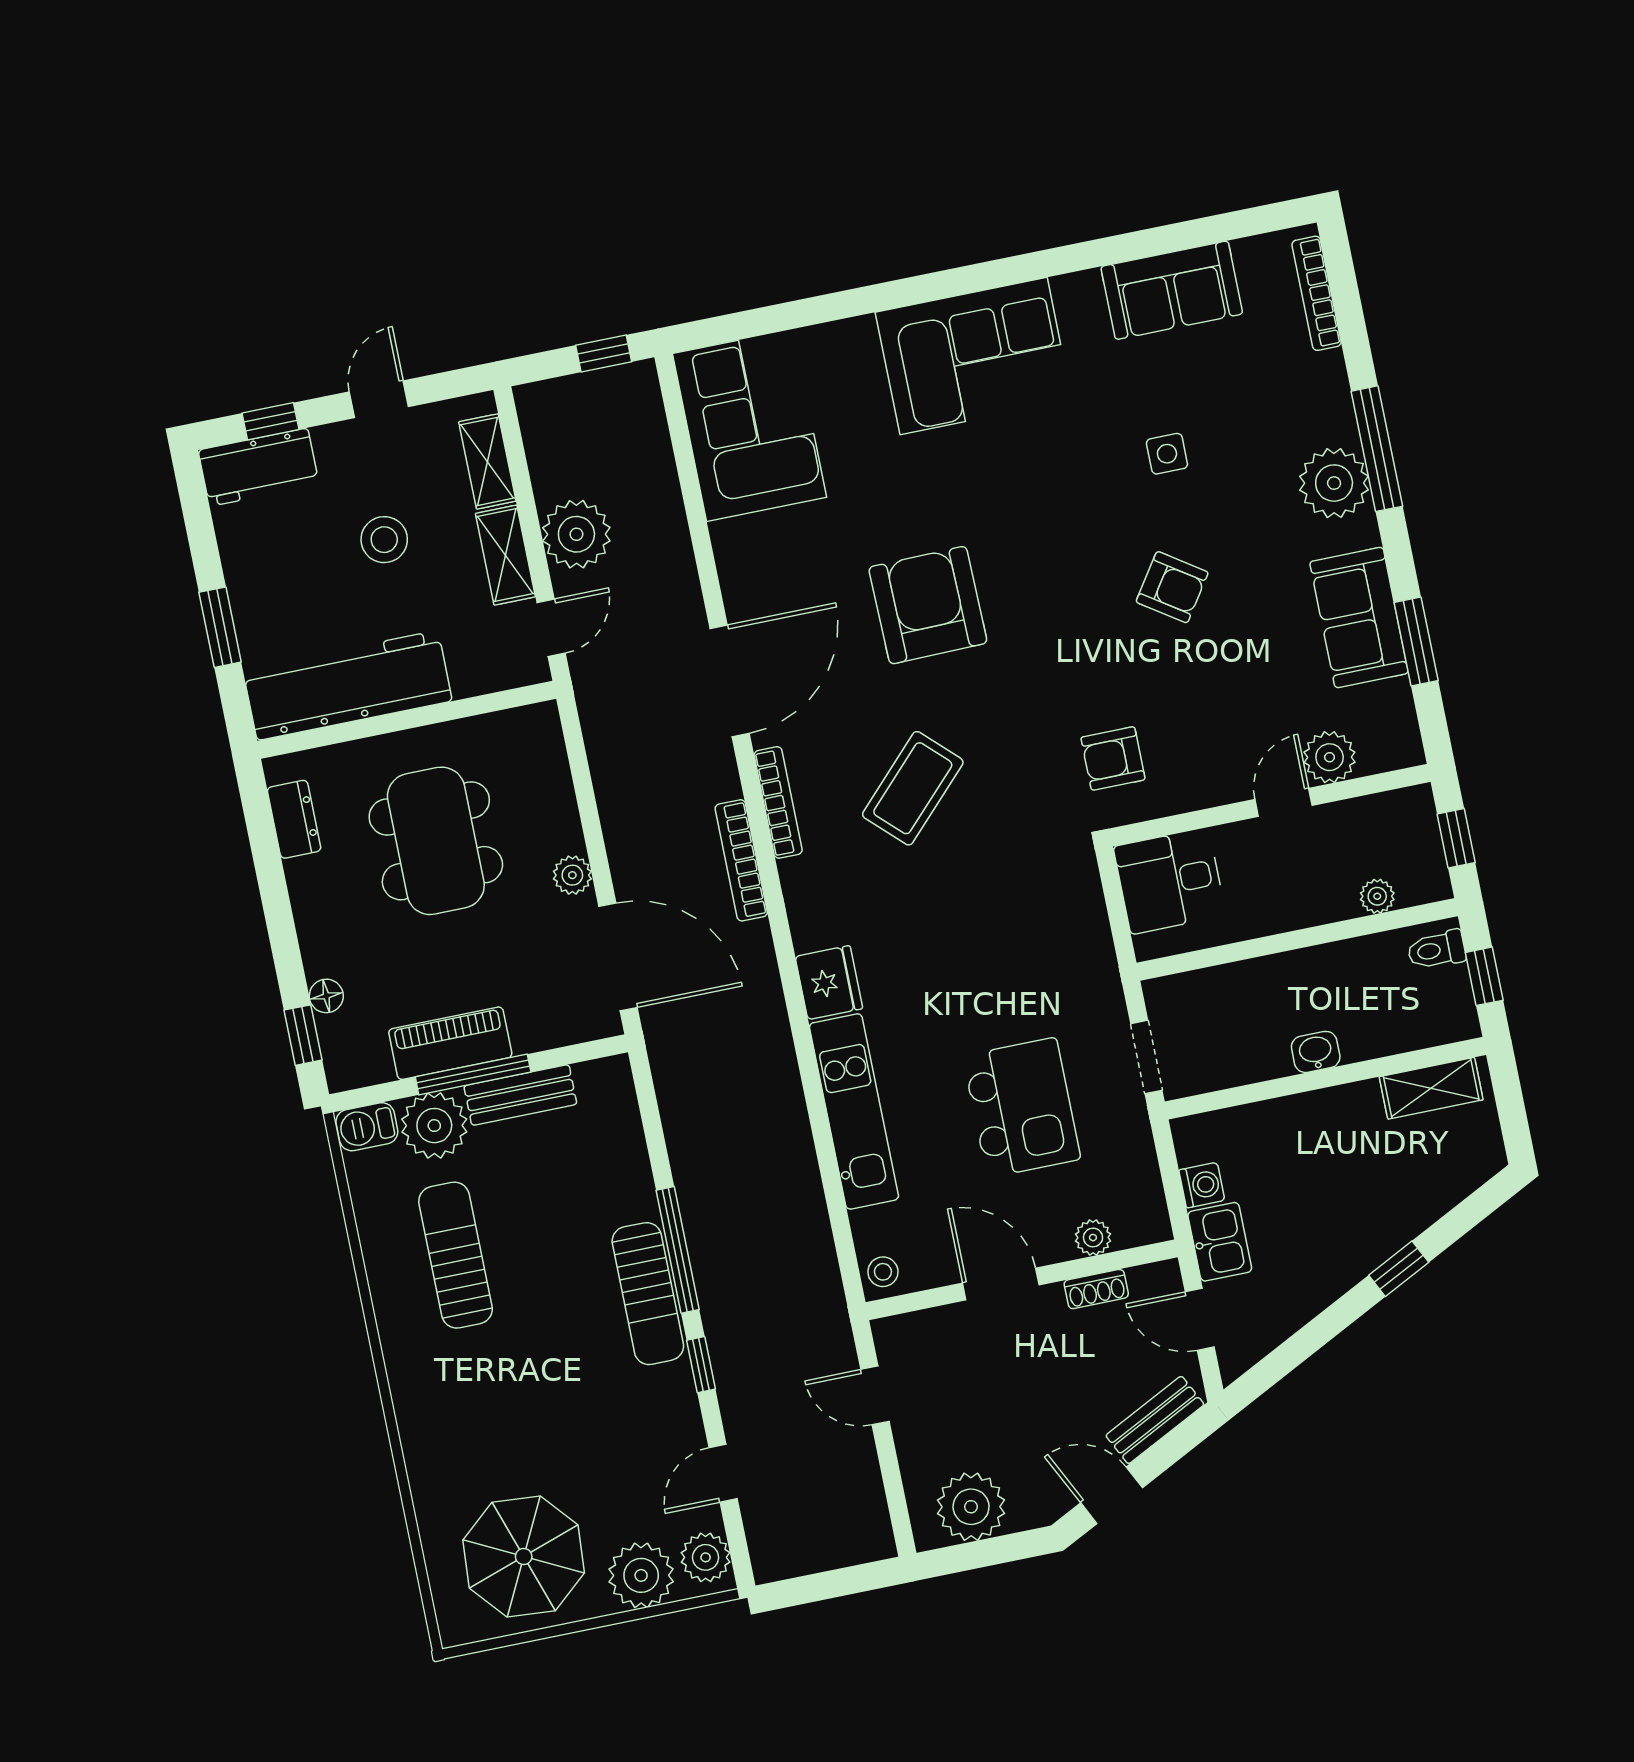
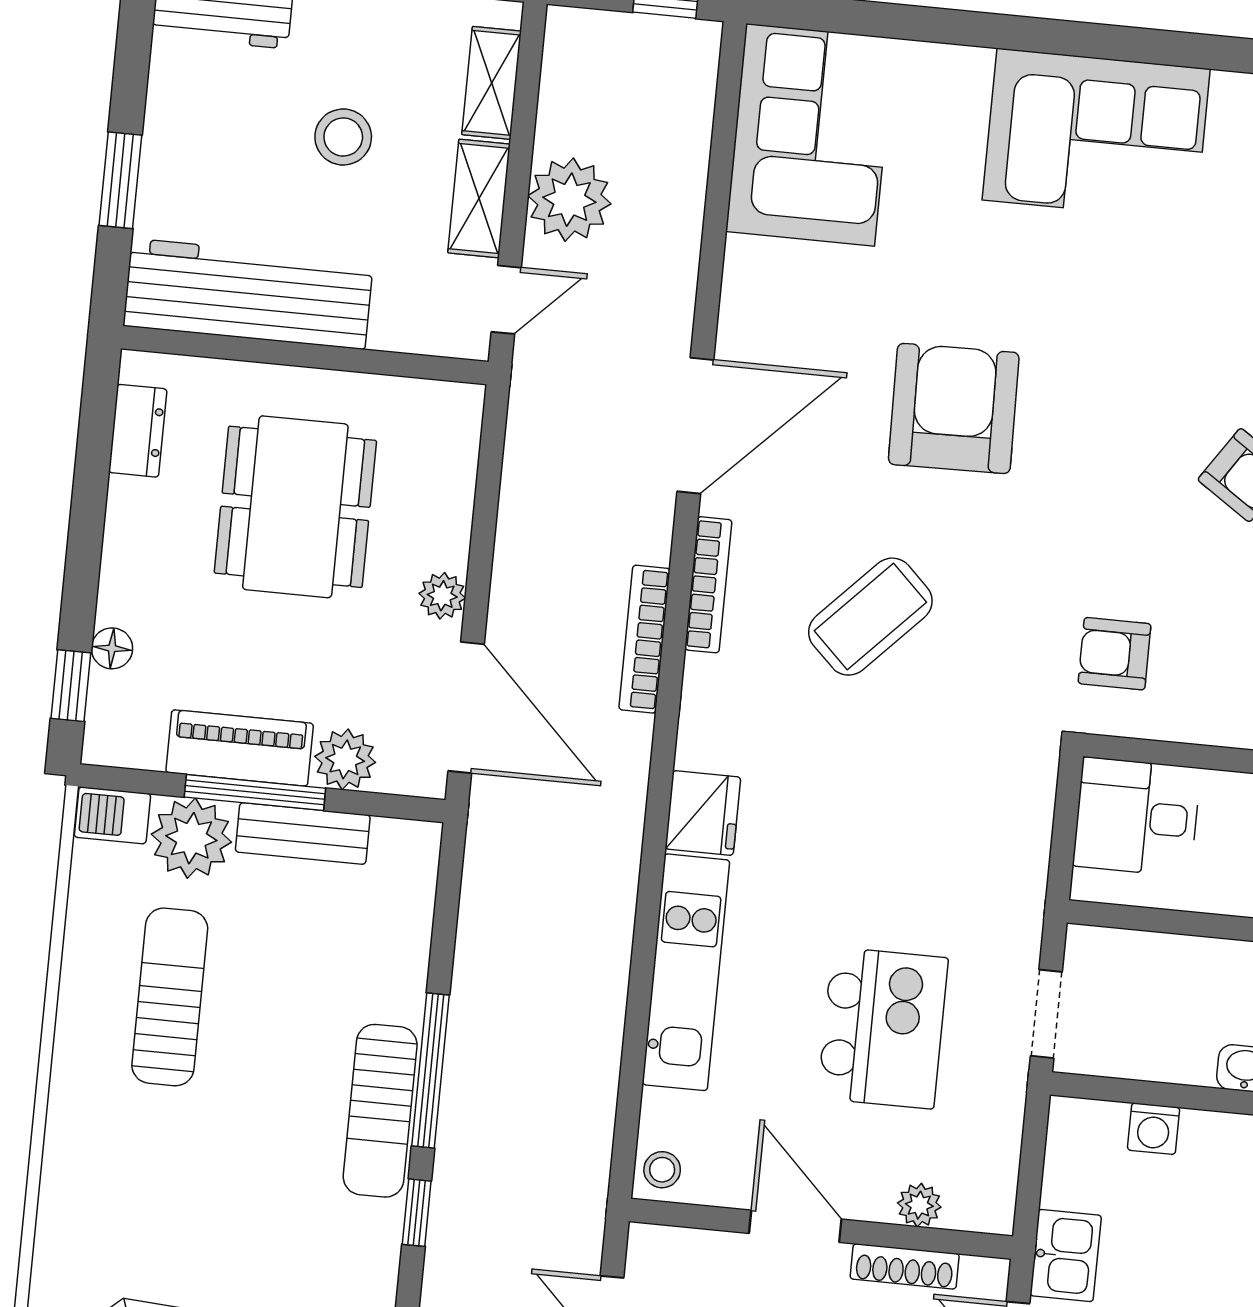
plant: (536, 1027) -> (345, 759), added
washing machine: (1202, 1185) -> (1154, 1129), moved, turned 90
shoe rack: (1096, 1289) -> (905, 1266), width x1.43

